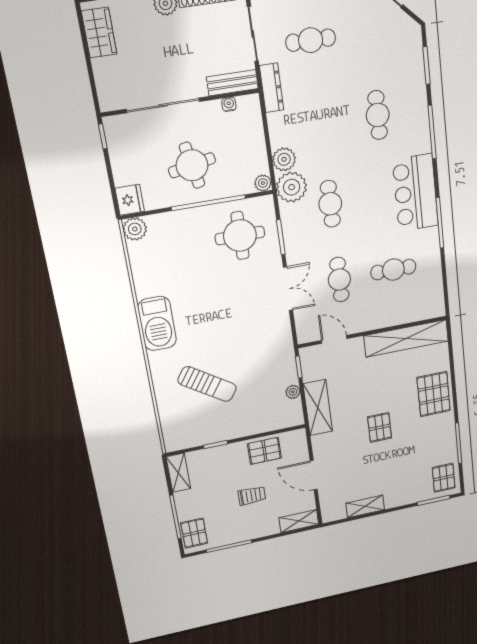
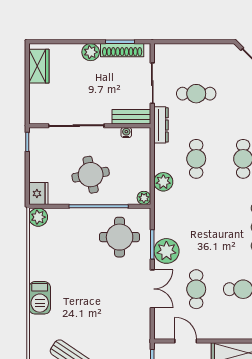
plant: (292, 187) -> (166, 251), moved
cafe table: (330, 204) -> (196, 159), moved
barbecue: (157, 324) -> (40, 298), width x0.73, depth x0.83

